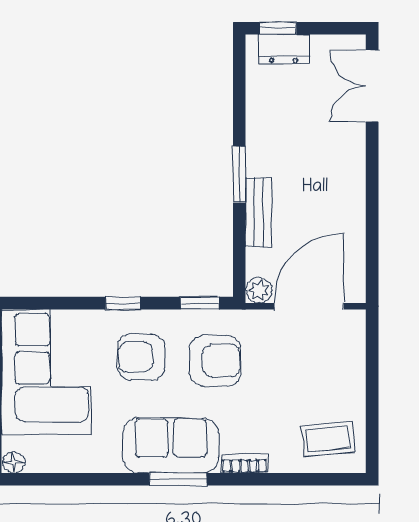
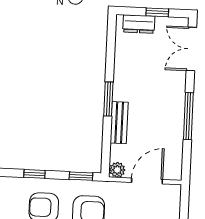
window: (278, 28) -> (157, 12), moved
window: (372, 197) -> (188, 116), added
door: (309, 306) -> (147, 181), width x0.73

